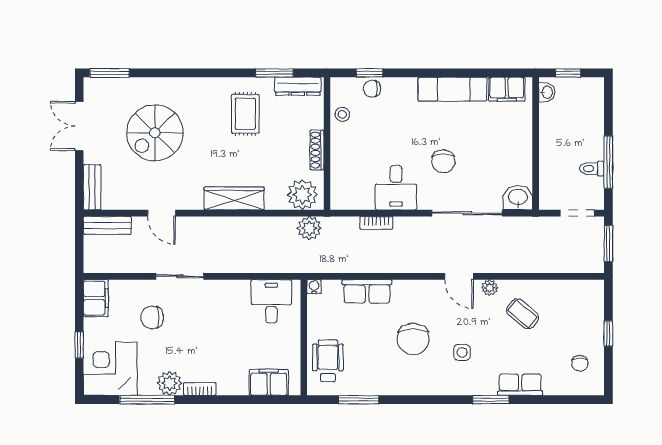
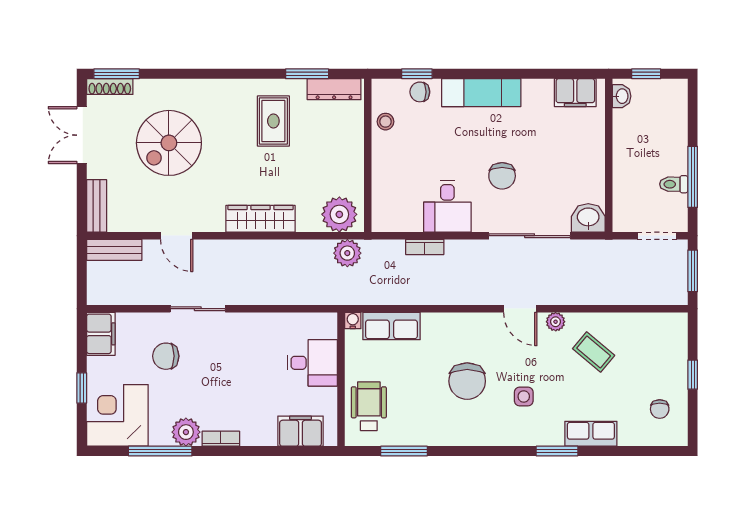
exam couch: (452, 89) -> (481, 93), moved
shoe rack: (317, 150) -> (110, 87), moved, turned -90
row of seats: (367, 291) -> (392, 326), moved
desk: (271, 301) -> (312, 363), moved, turned 90

